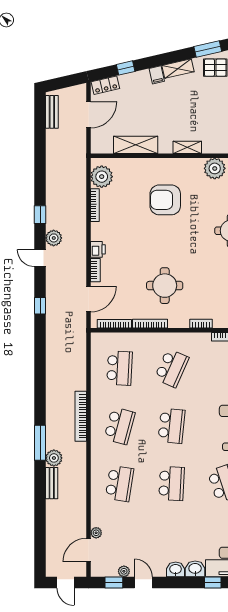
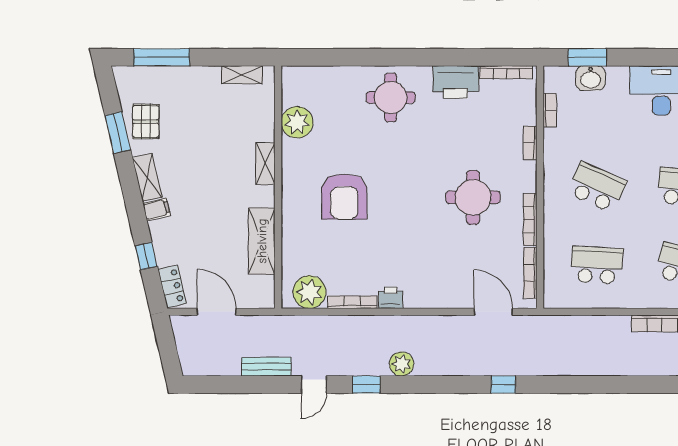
bench: (52, 112) -> (266, 367), moved
printer: (98, 249) -> (391, 298), moved
door: (40, 258) -> (314, 385), moved
bookcase: (95, 270) -> (450, 301), removed

